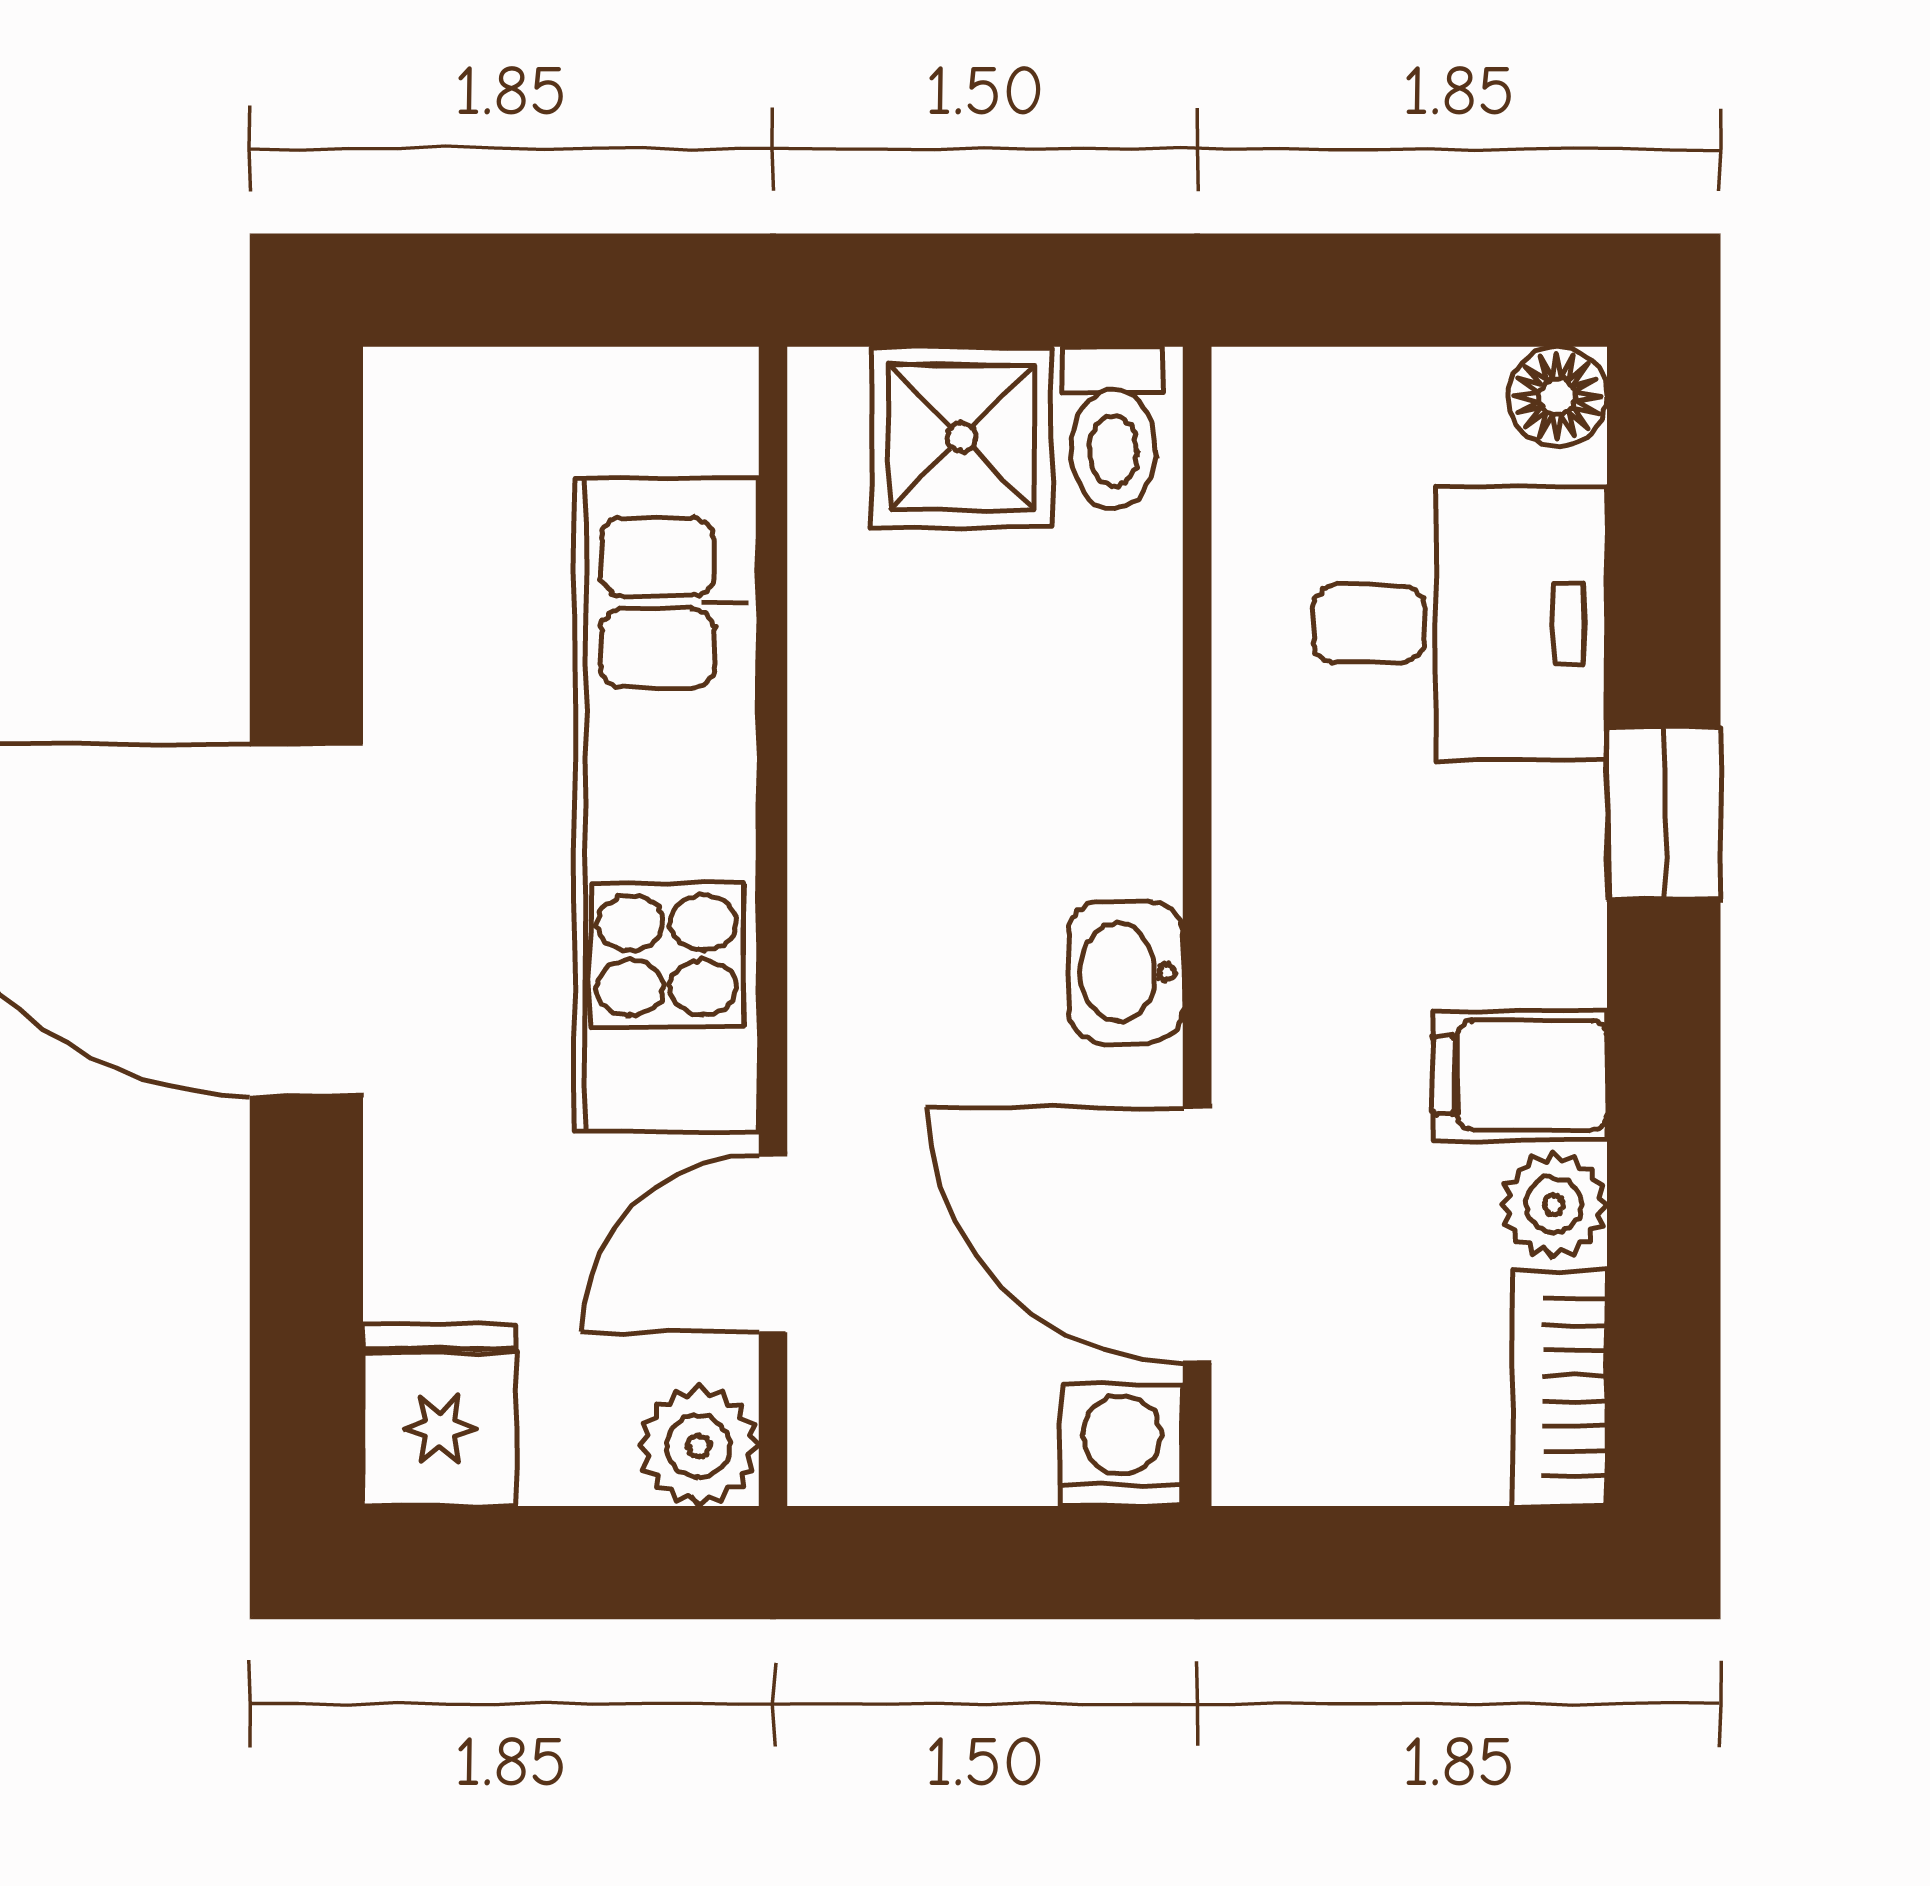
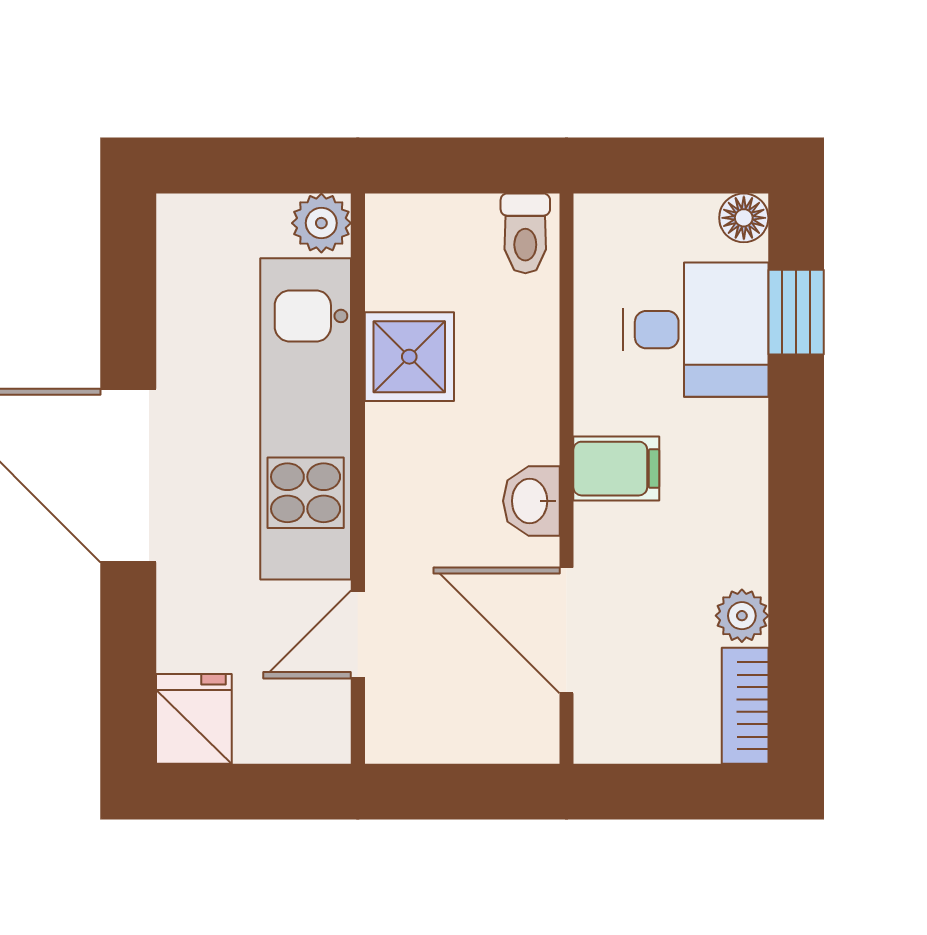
shower: (962, 437) -> (409, 357), moved
window: (1664, 814) -> (796, 312), moved
filing cabinet: (1520, 1075) -> (616, 469), moved, turned 180
washing machine: (1122, 1445) -> (529, 734), removed
plant: (699, 1446) -> (321, 223), moved

